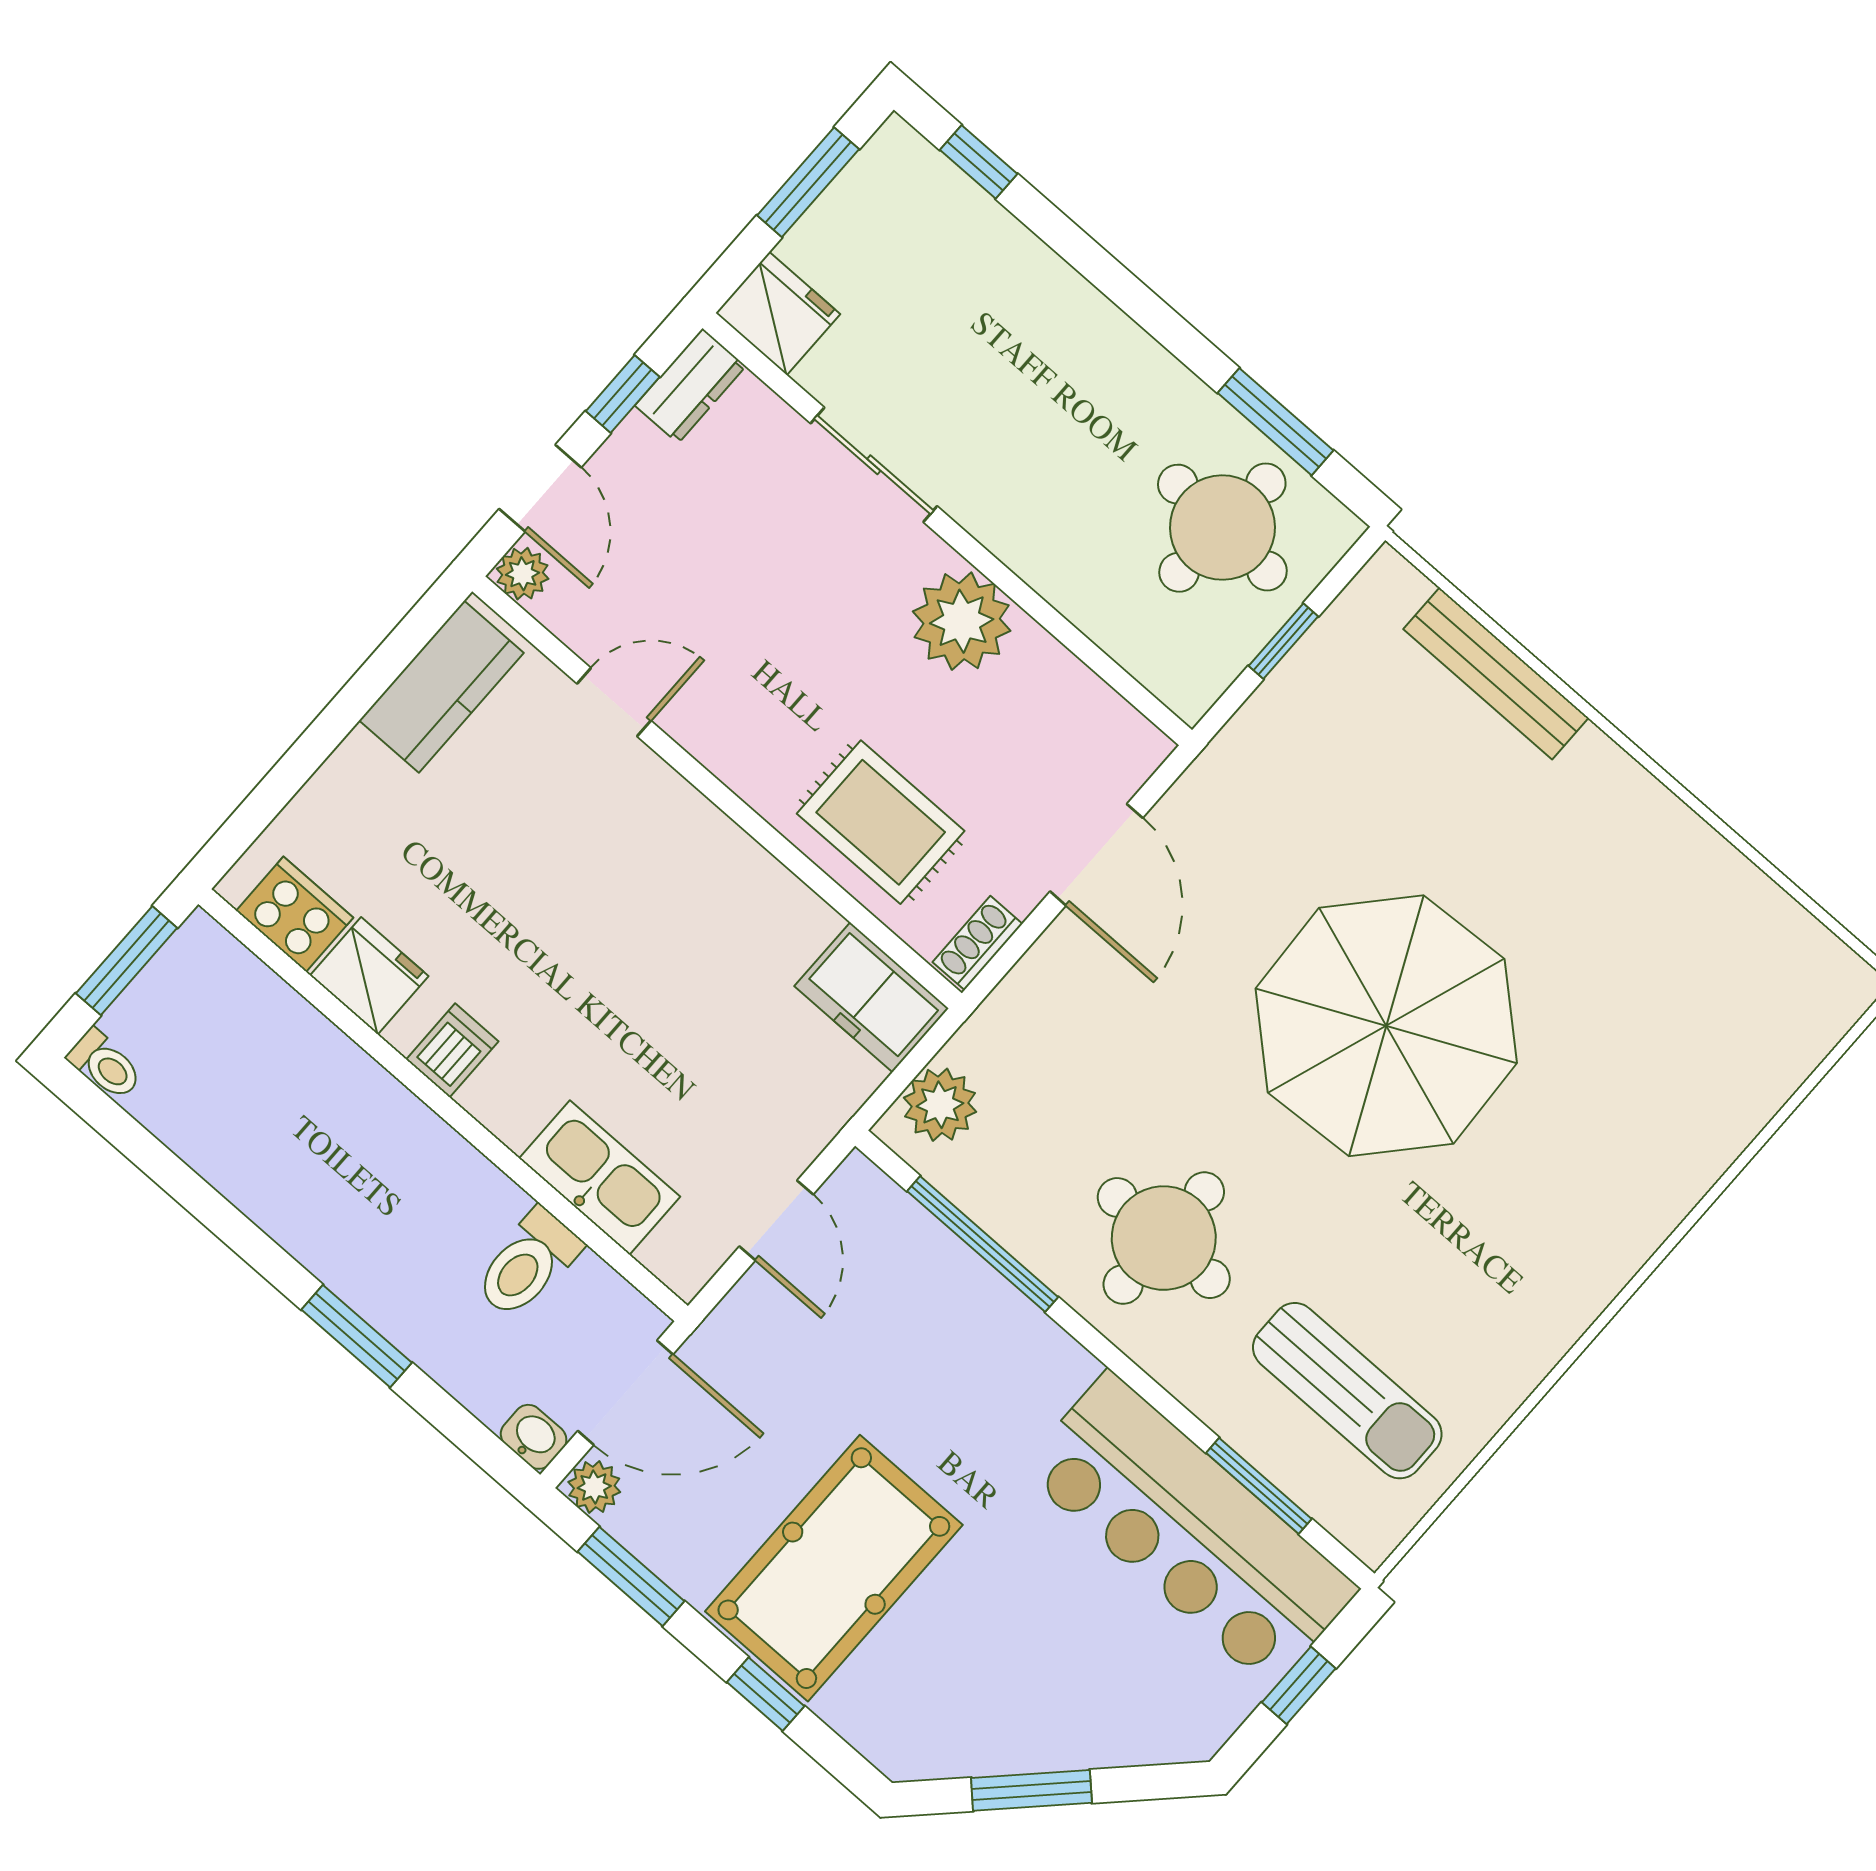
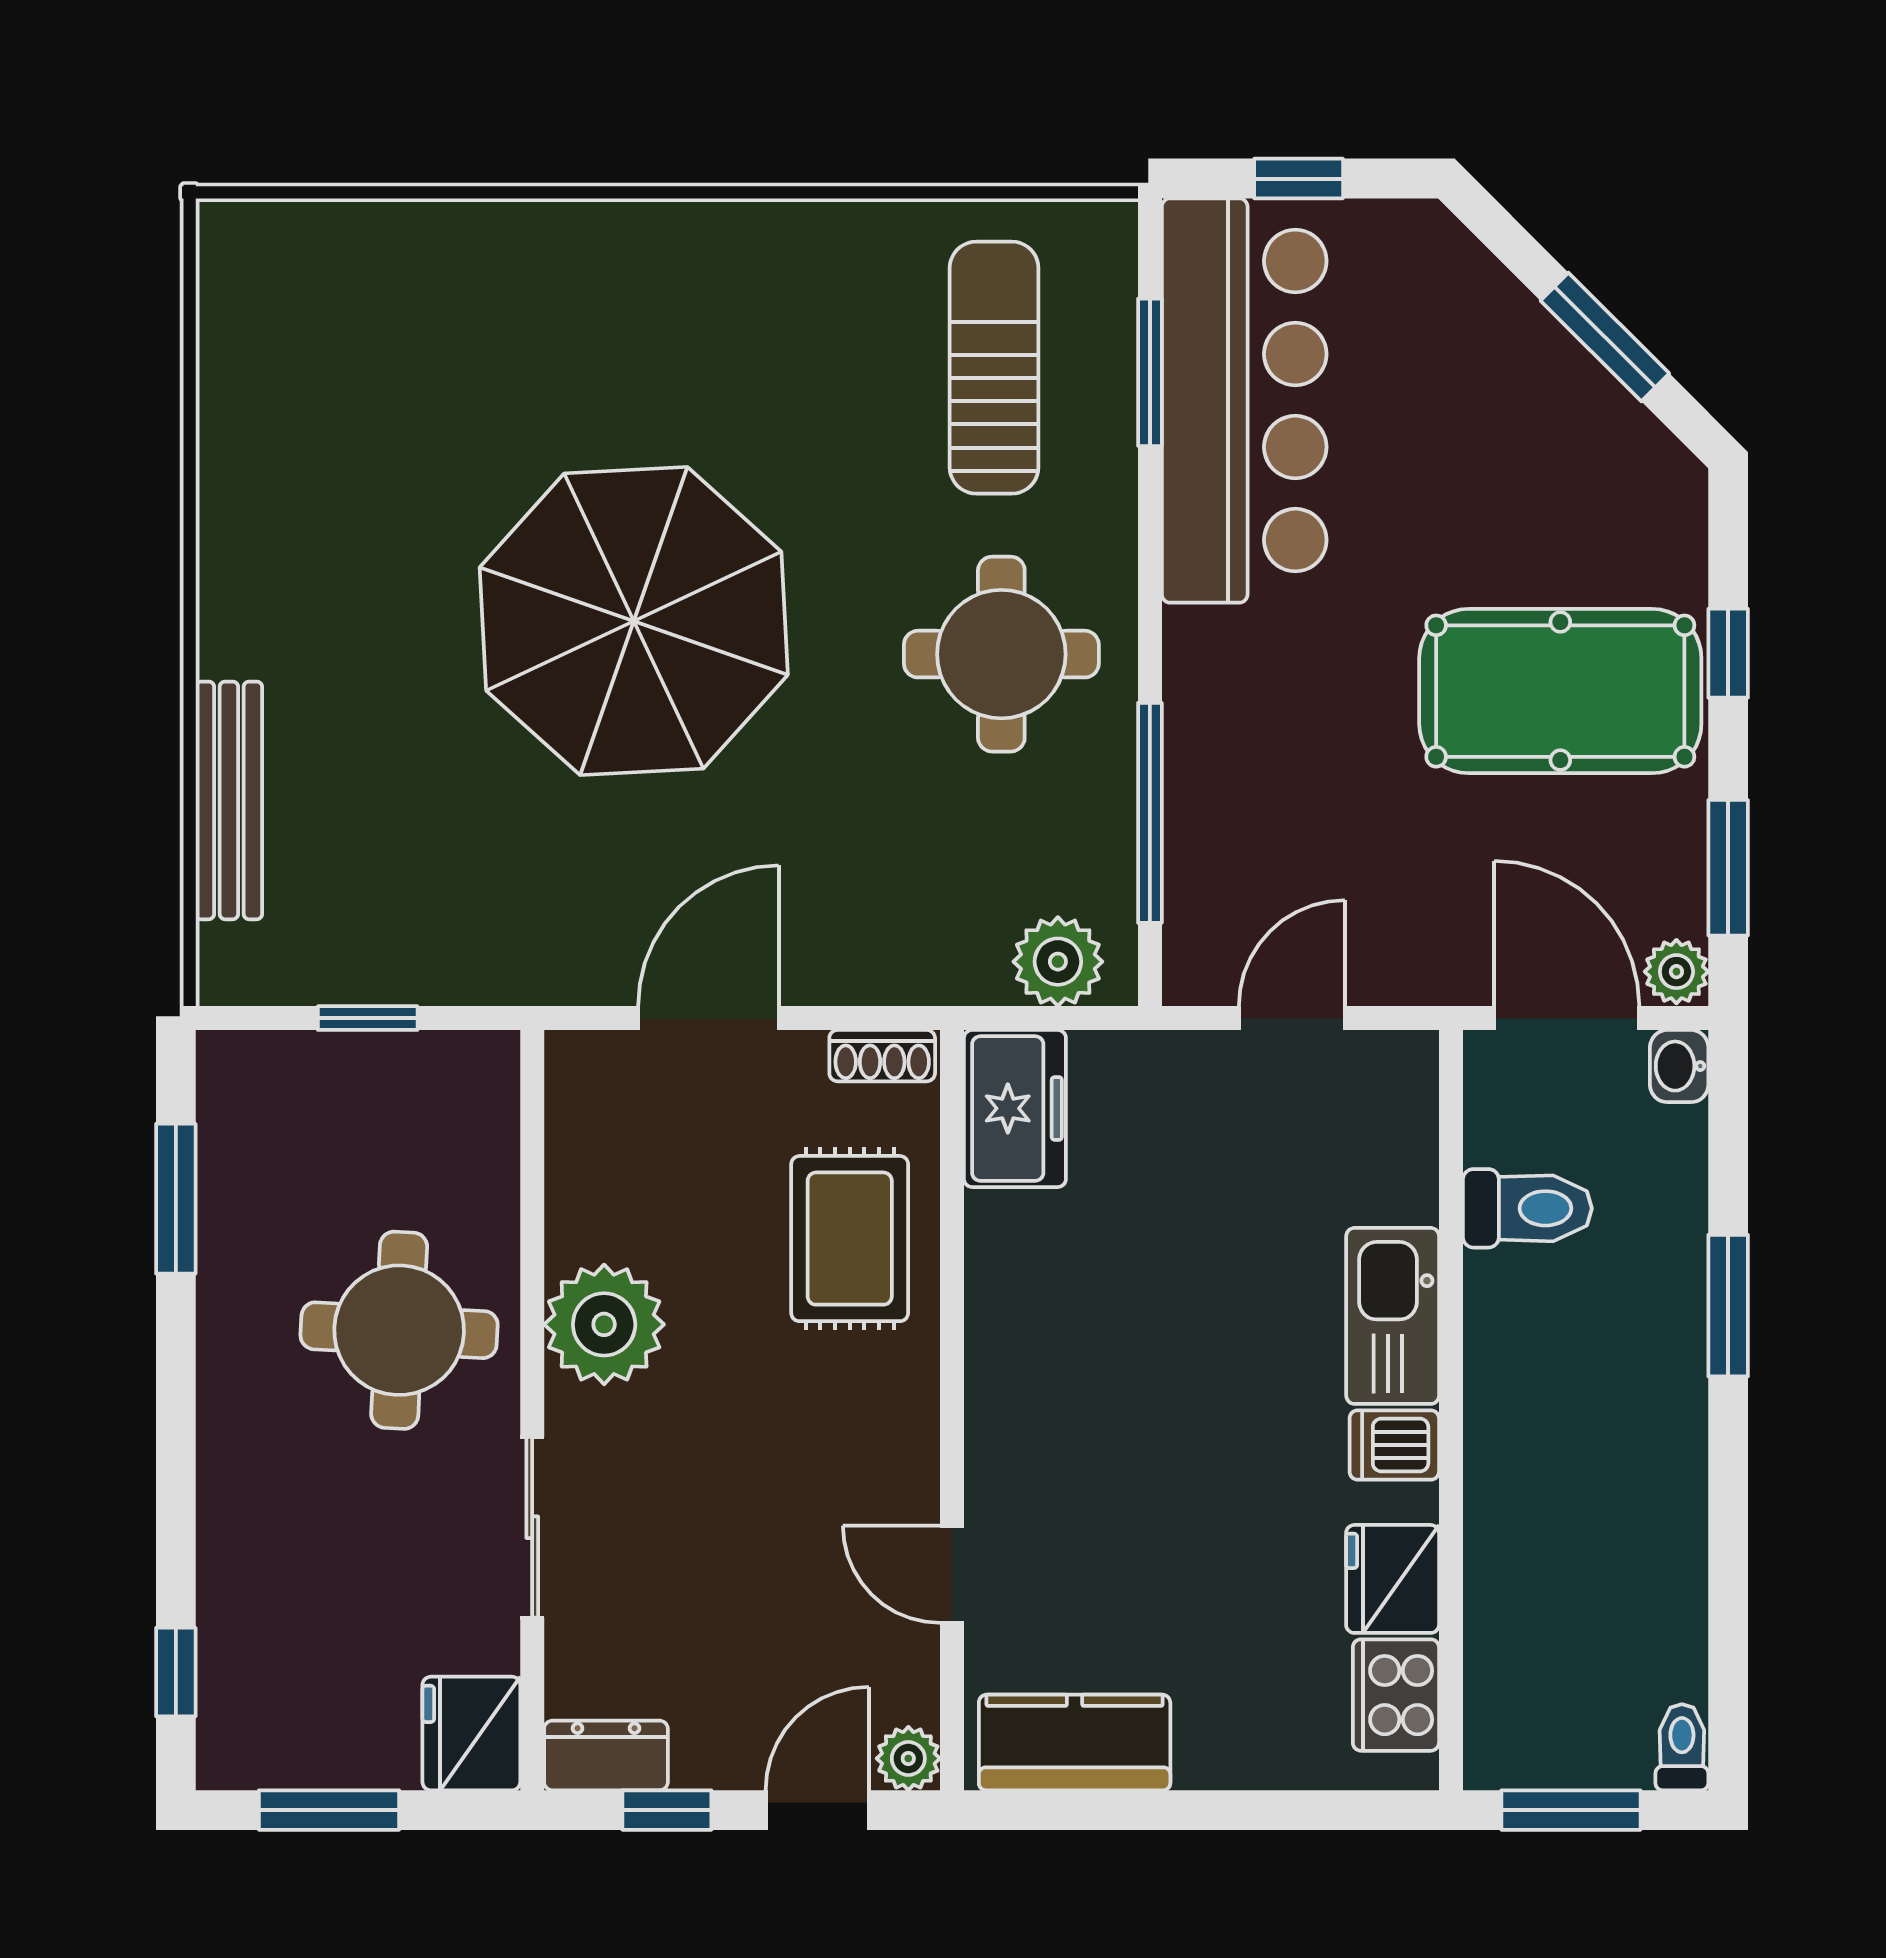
round table: (1222, 528) -> (399, 1330), moved
kitchen sink: (600, 1177) -> (1393, 1316), moved

